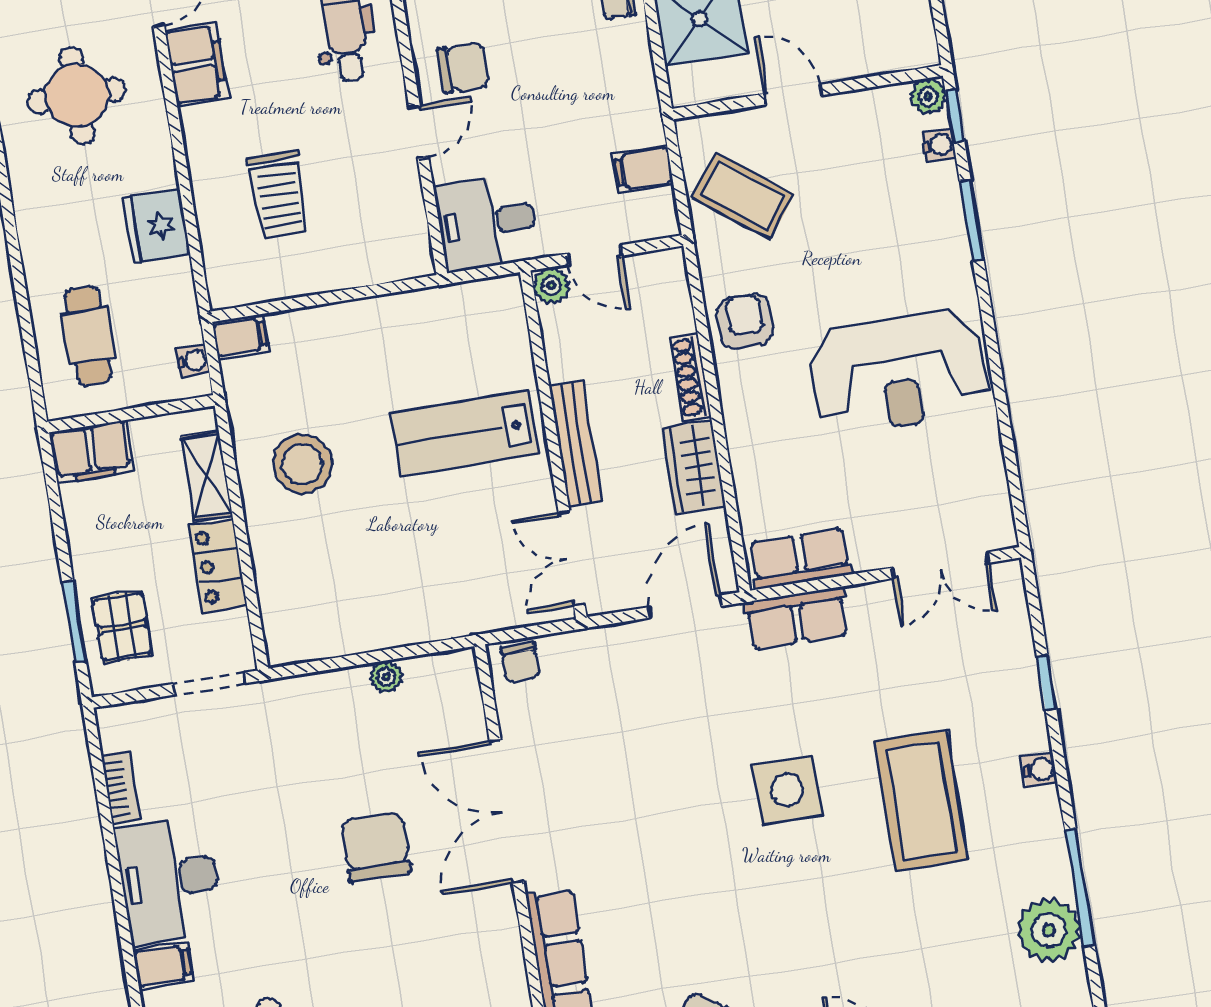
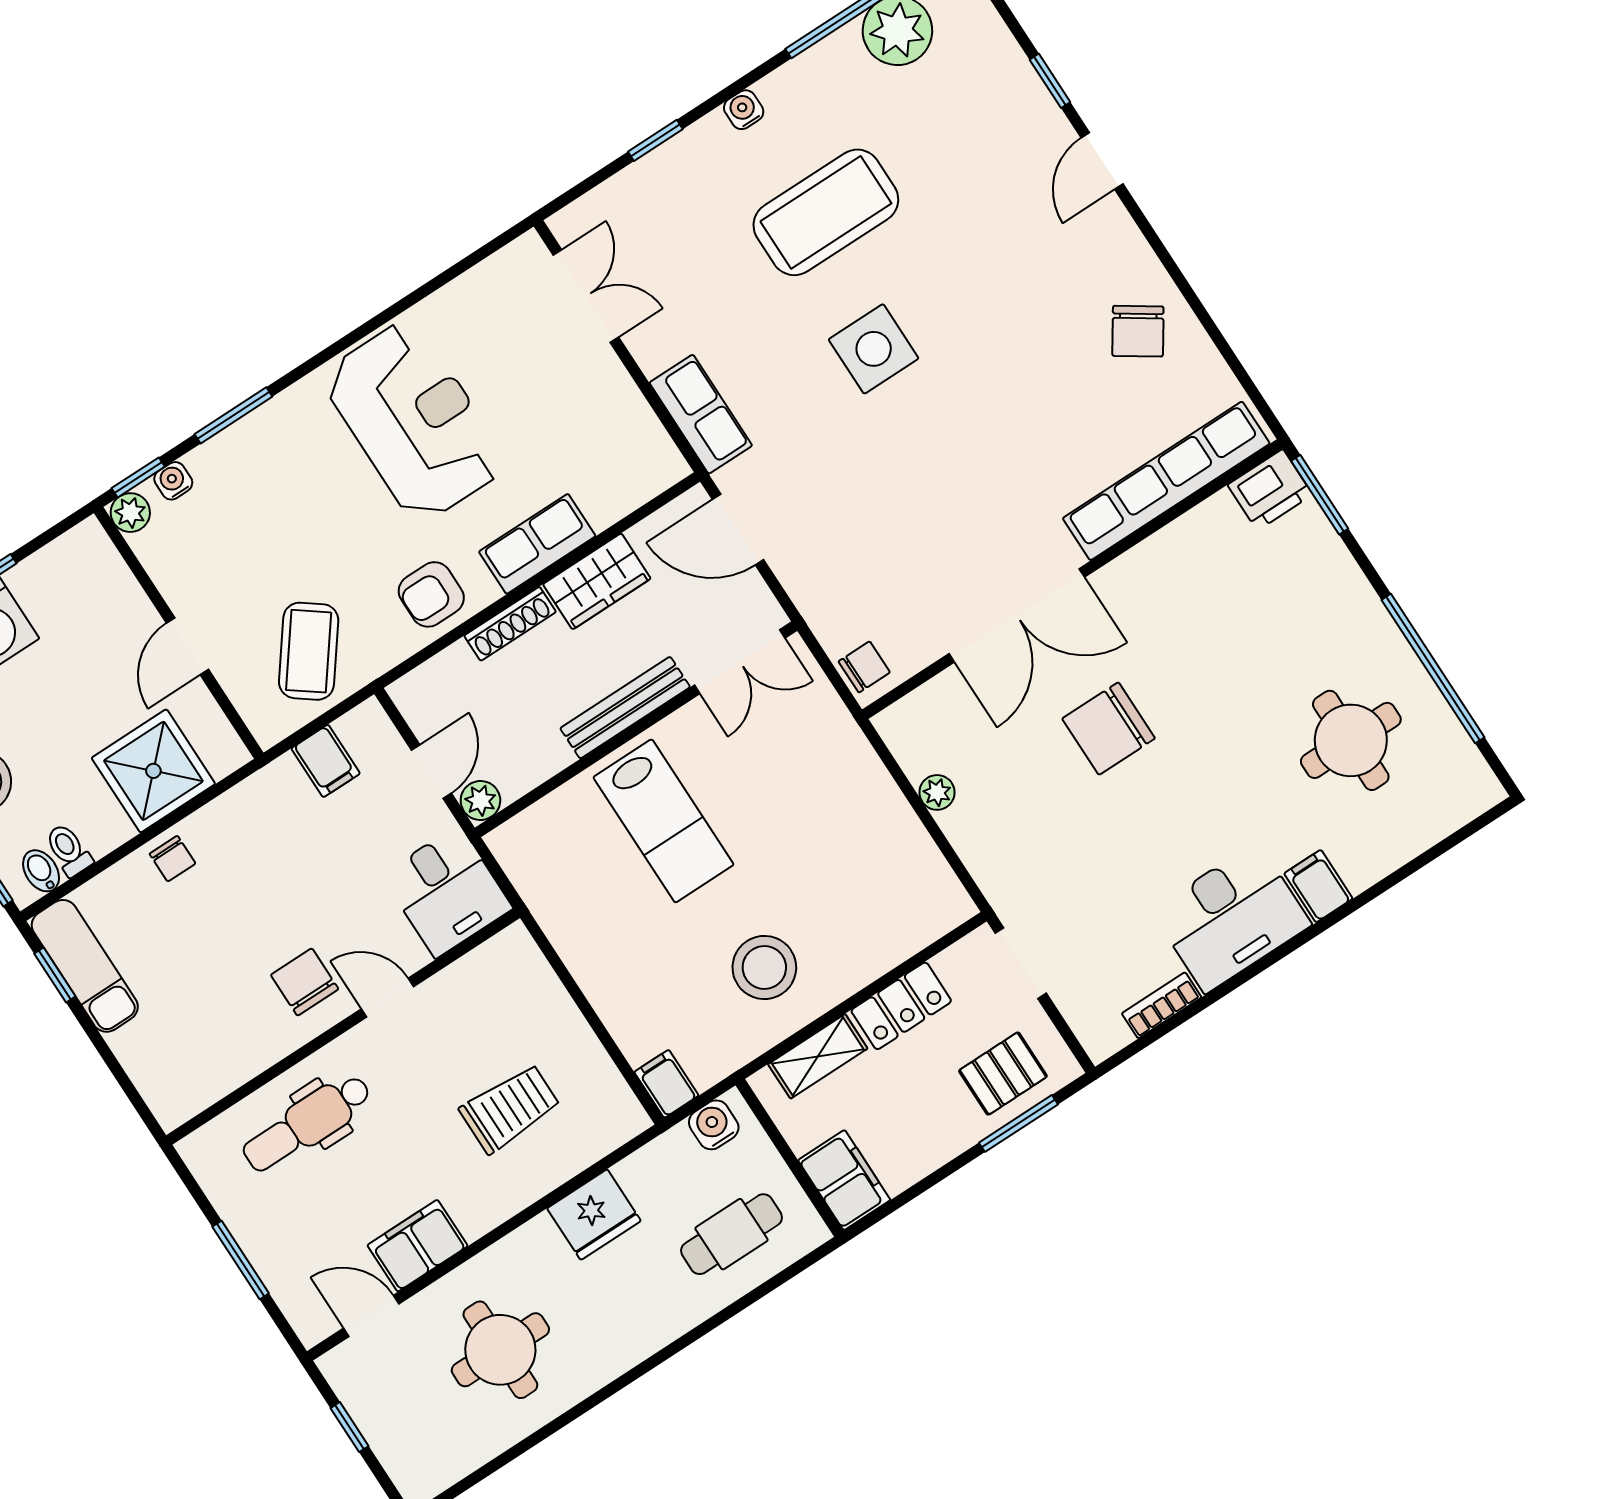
water cooler: (193, 361) -> (714, 1125), width x1.38, depth x1.38
row of seats: (800, 559) -> (537, 544), moved, turned 90

